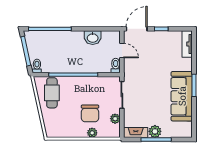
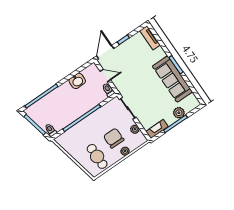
cafe table: (52, 93) -> (97, 156), moved
chair: (90, 113) -> (114, 138), turned 180
plant: (155, 131) -> (179, 113), moved

